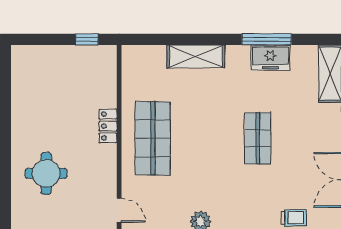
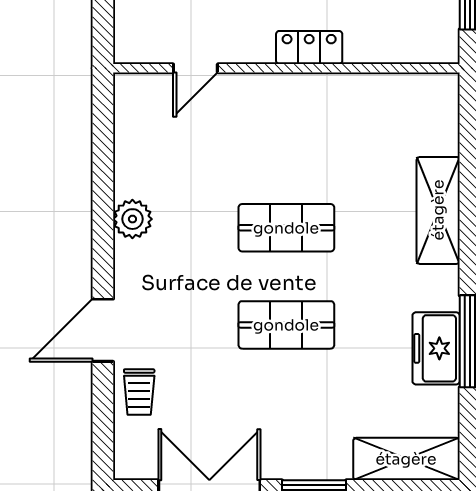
shop shelf: (153, 138) -> (286, 228), moved, width x0.70, depth x0.74
door: (119, 210) -> (195, 68), moved

